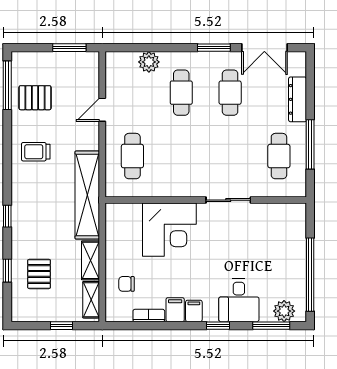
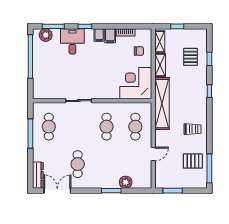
window: (214, 48) -> (111, 191), moved
cafe table: (181, 93) -> (106, 127), moved
dresser: (297, 99) -> (38, 175), moved
corner desk: (169, 230) -> (136, 83), moved

